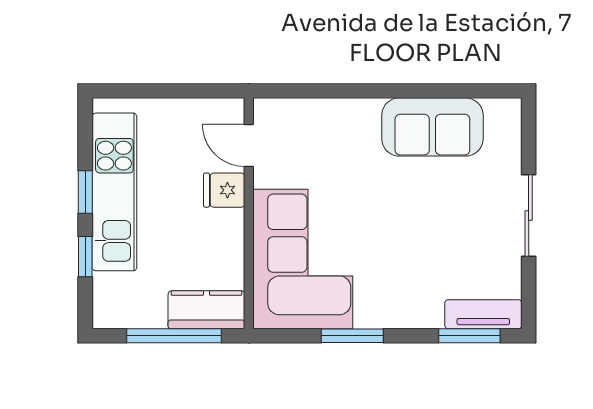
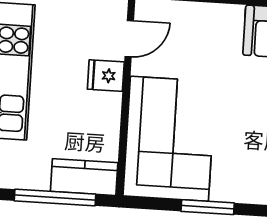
door: (249, 145) -> (129, 39), swing flipped

